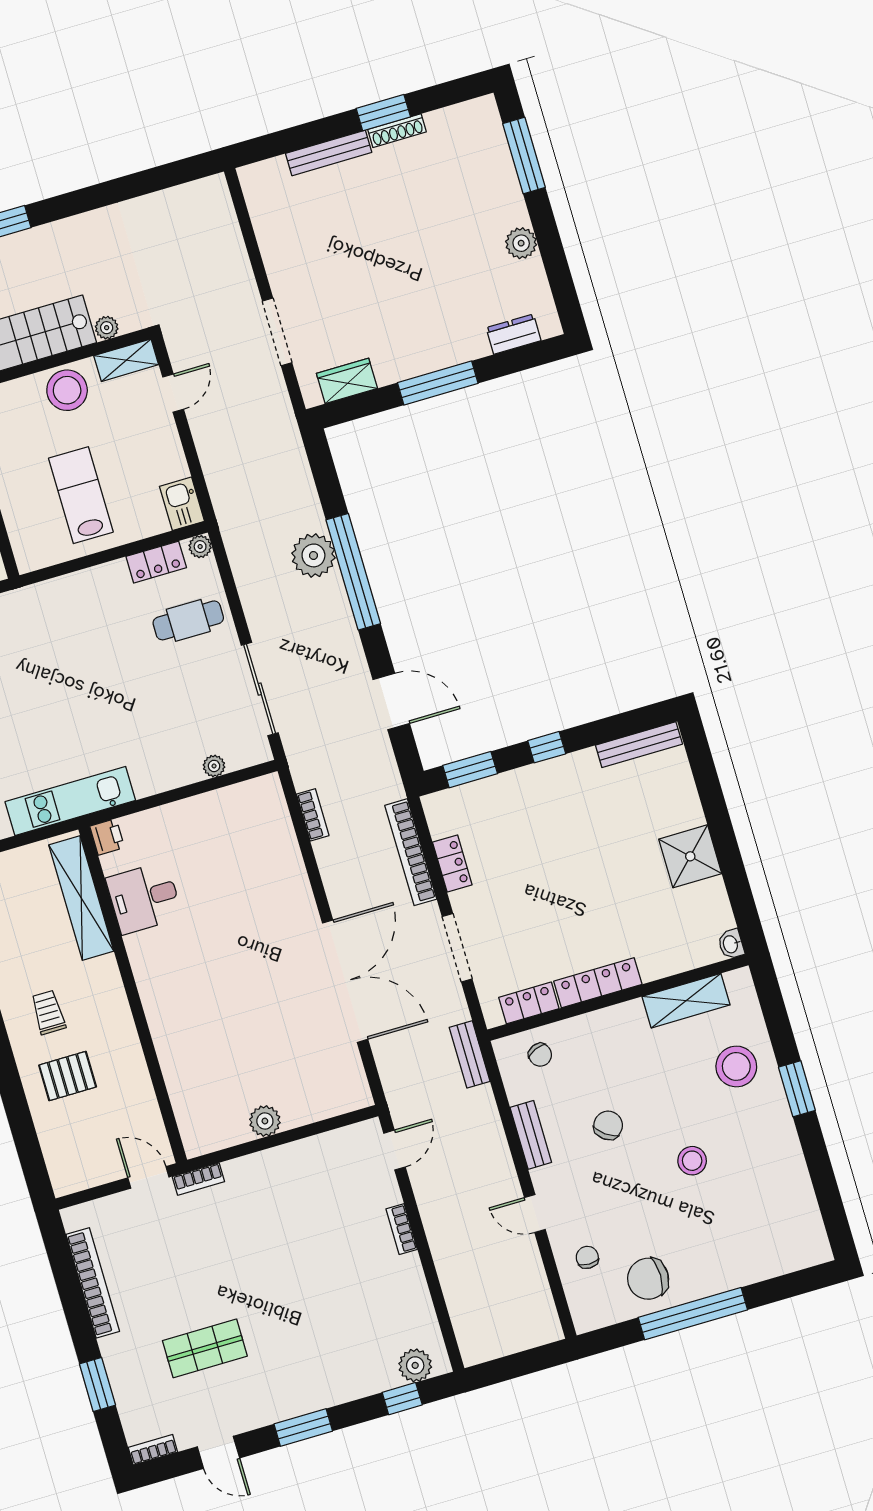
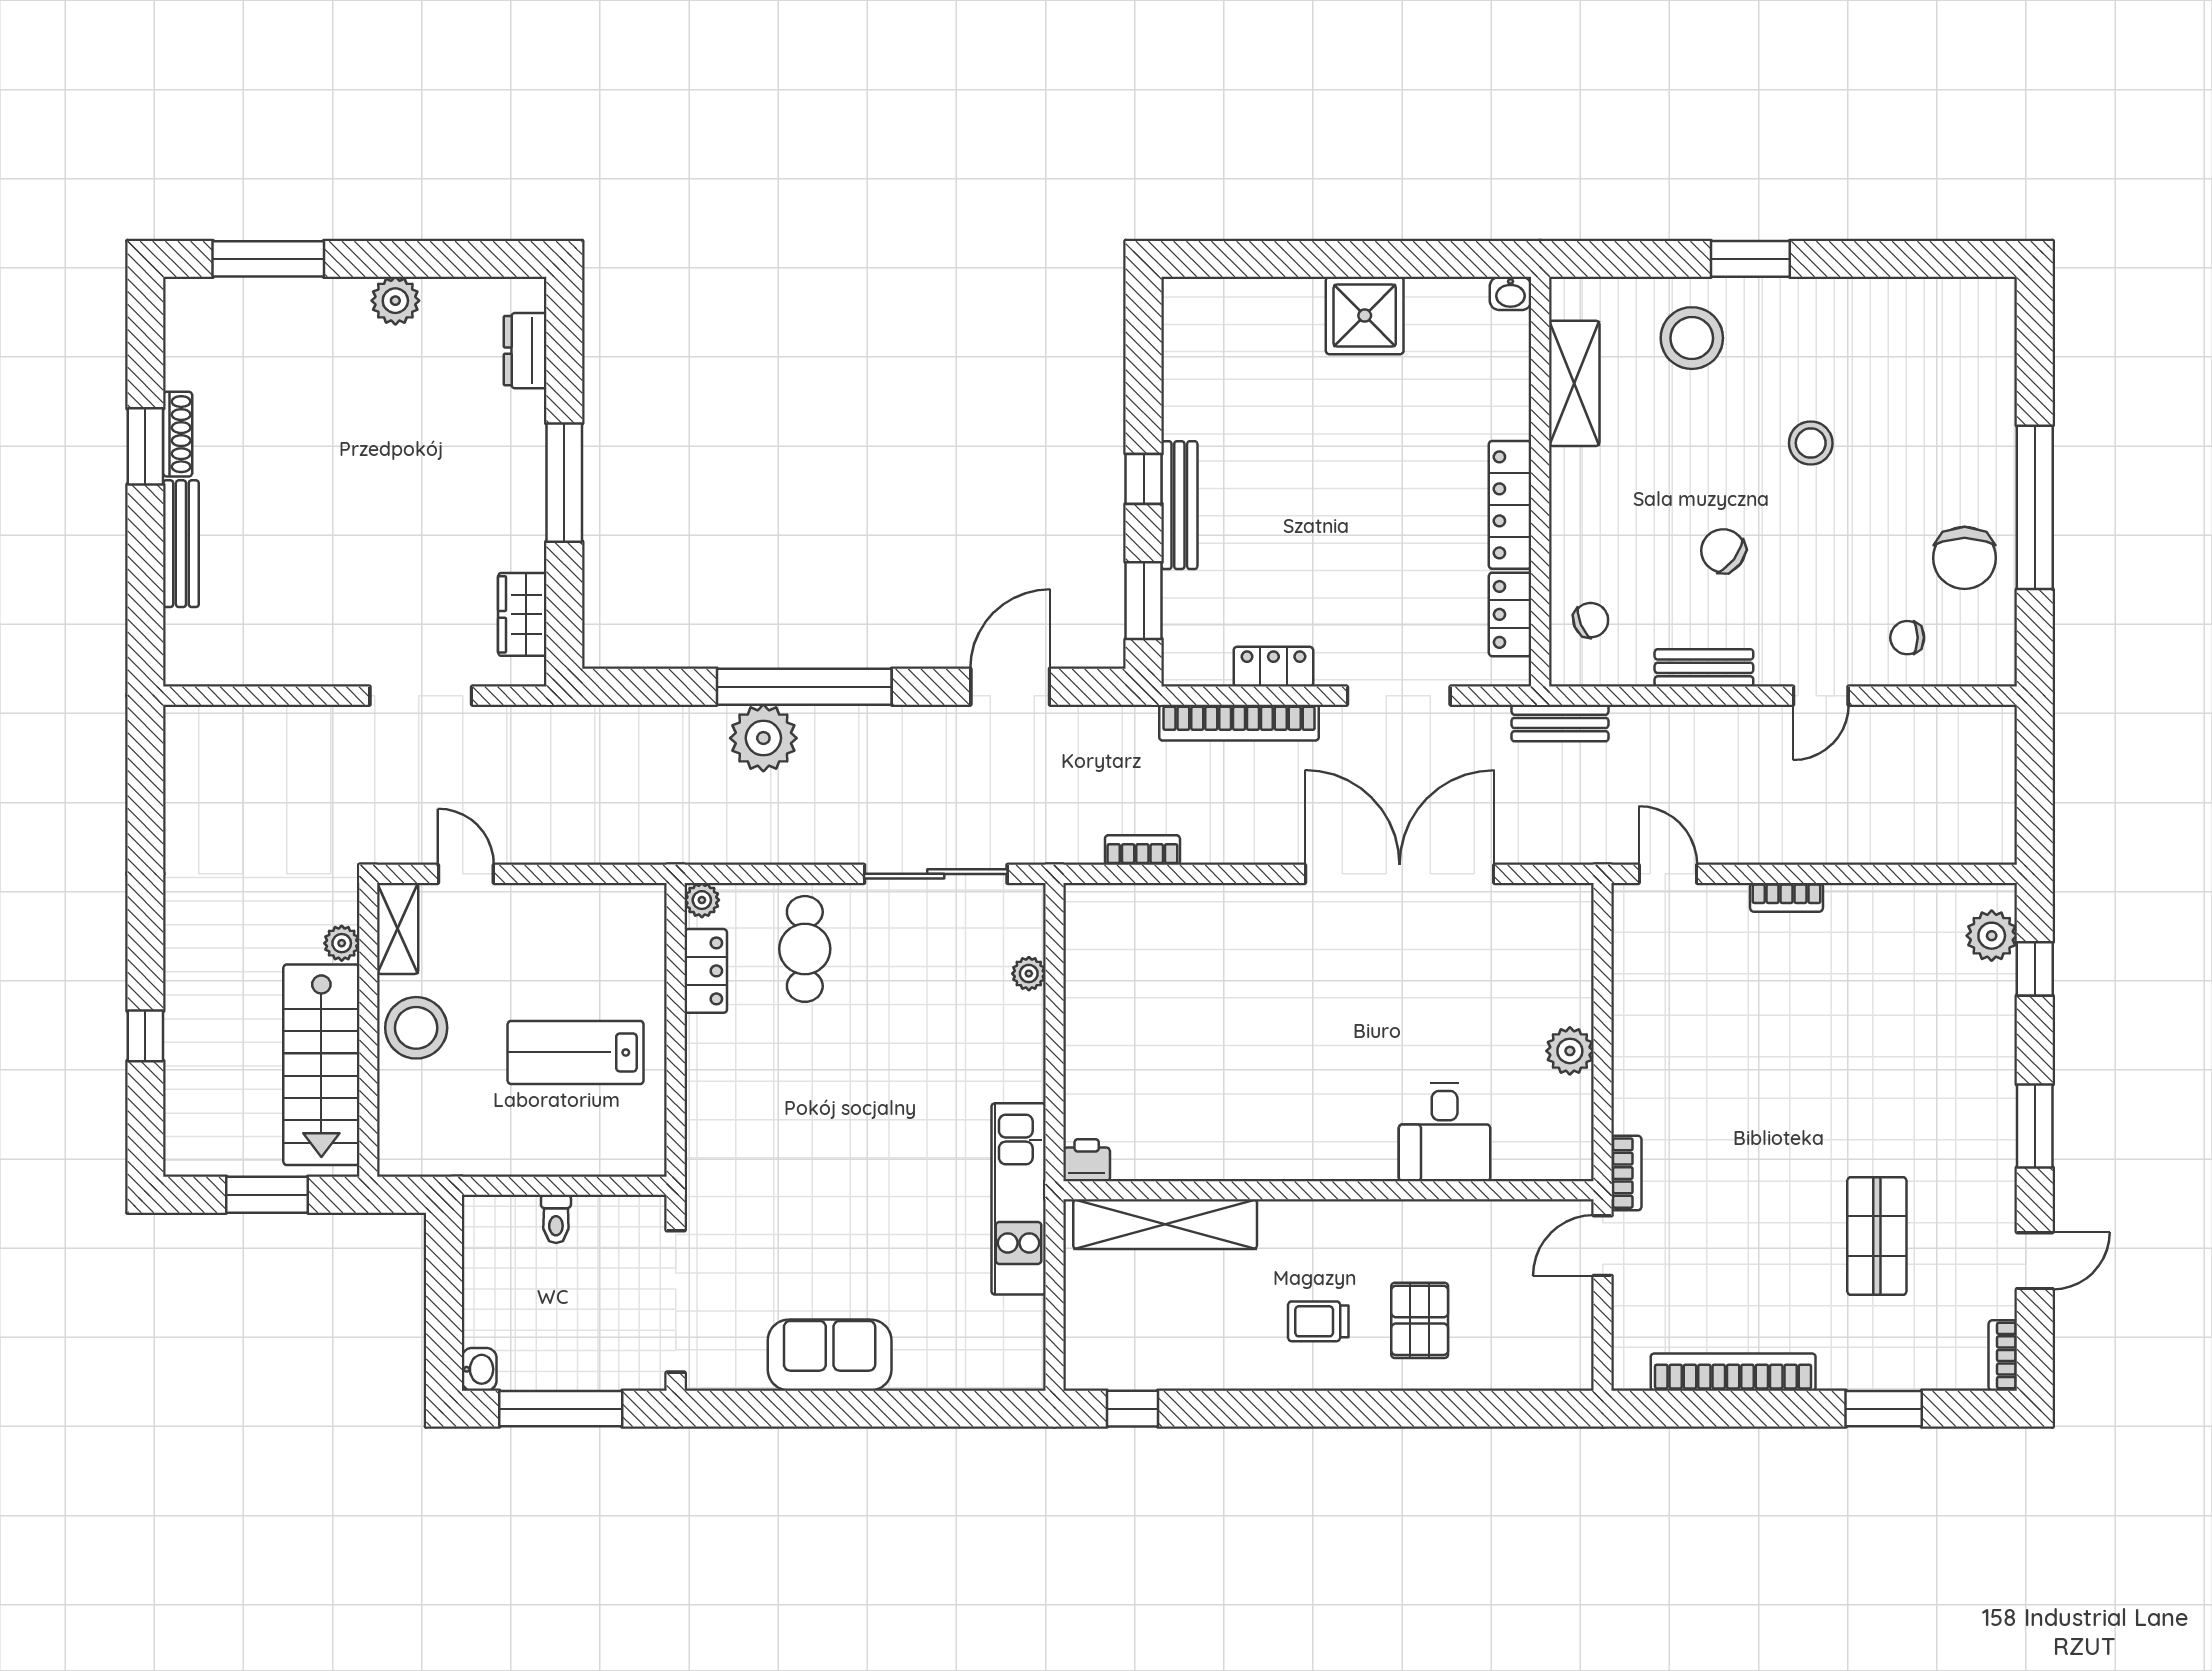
kitchen sink: (182, 504) -> (631, 908), removed
bench: (639, 745) -> (1179, 505), moved
desk: (144, 898) -> (1445, 1132), moved

